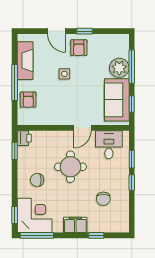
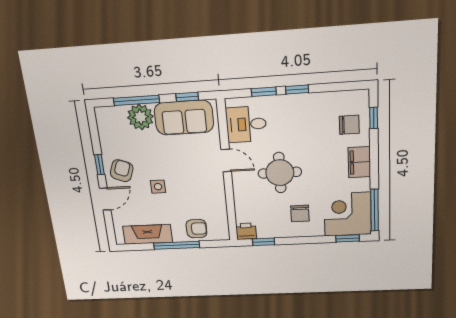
armchair: (79, 48) -> (122, 171), turned -69
chair: (103, 199) -> (349, 125), moved
window: (96, 235) -> (374, 118), moved

